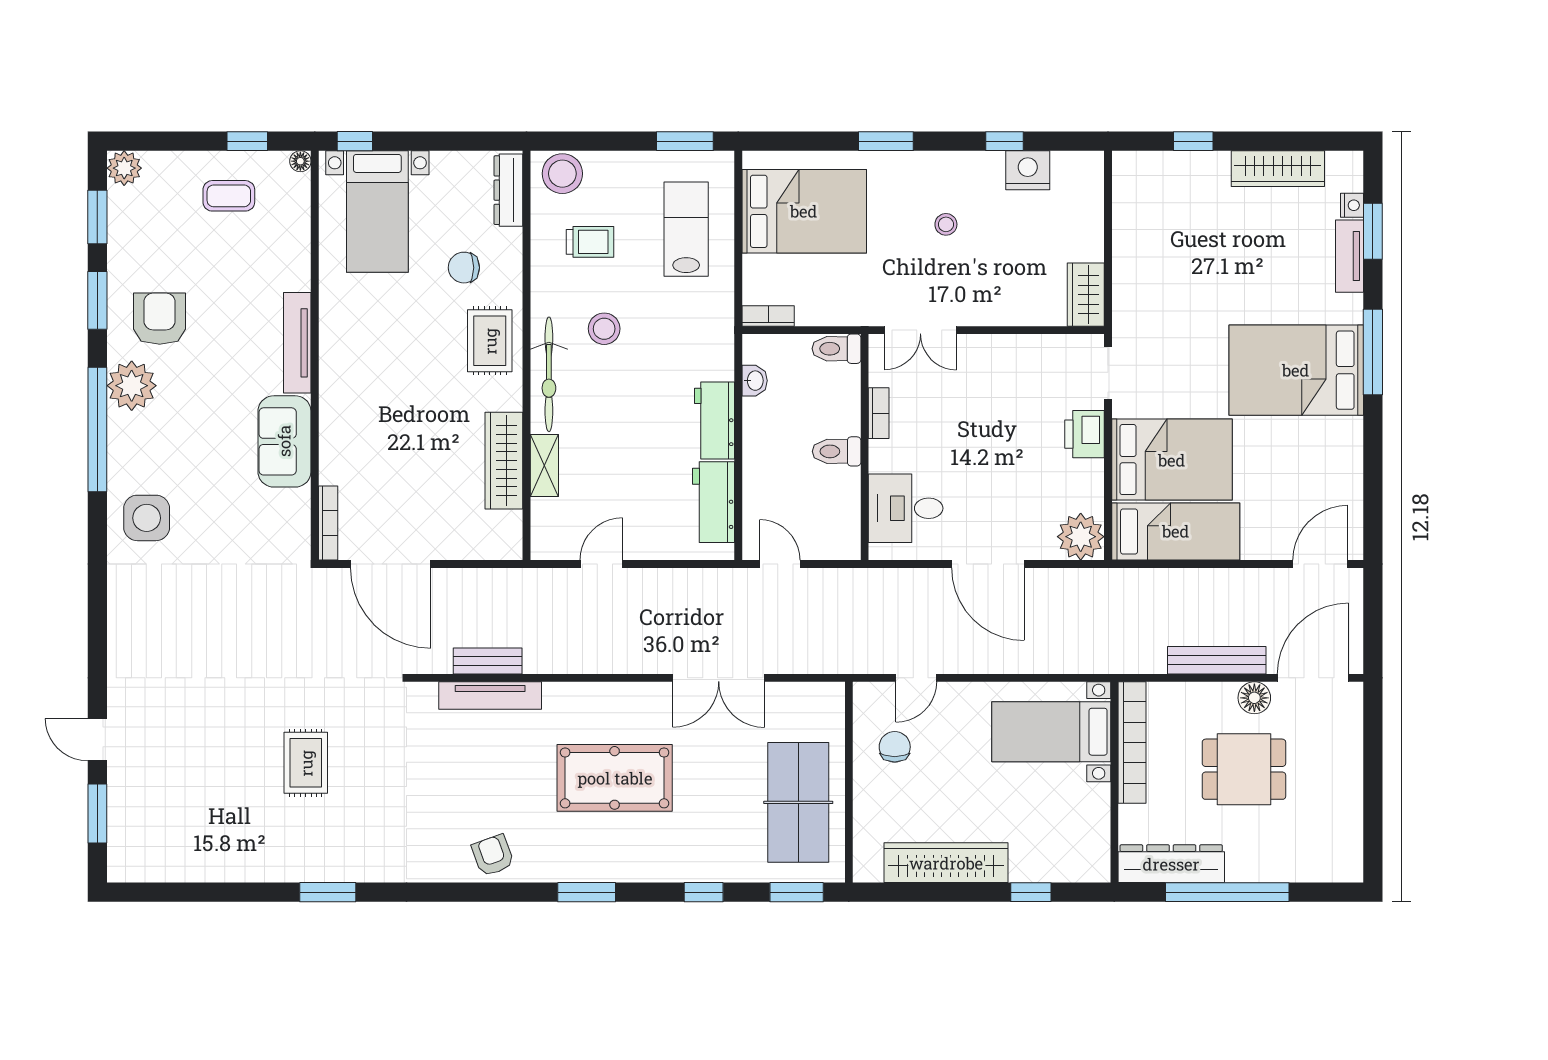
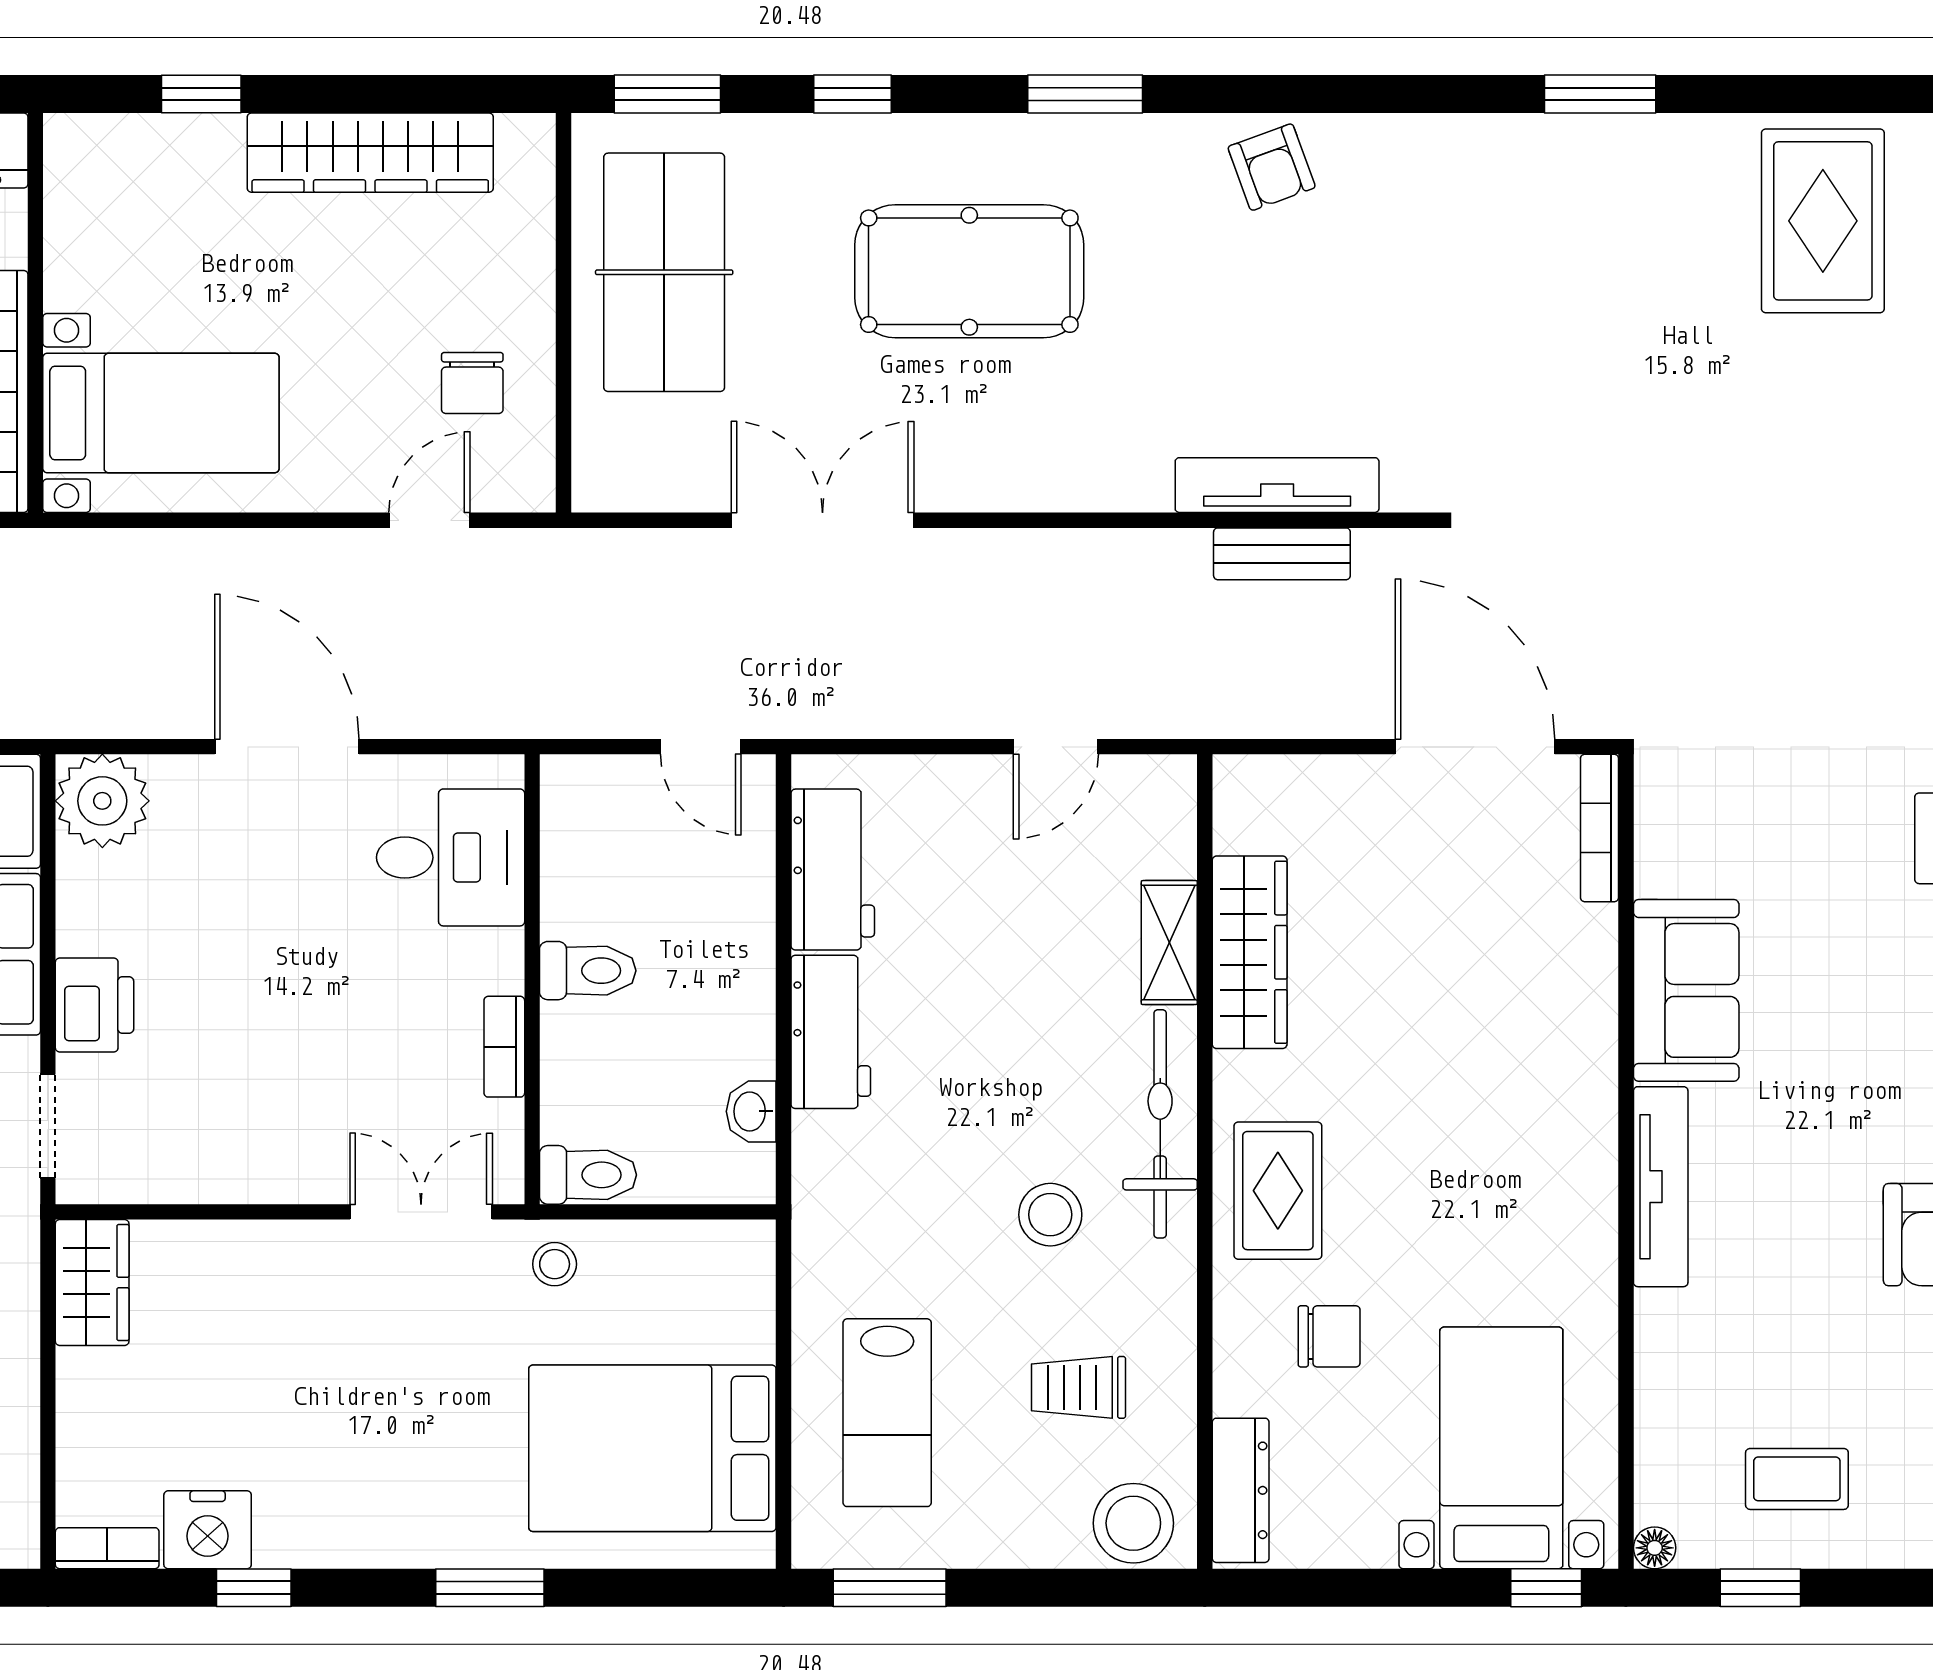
stool: (946, 224) -> (555, 1264), moved
bookcase: (768, 316) -> (107, 1548), moved, turned 180
rug: (306, 763) -> (1823, 221), moved, width x1.36, depth x1.43
pool table: (615, 778) -> (969, 271), moved

